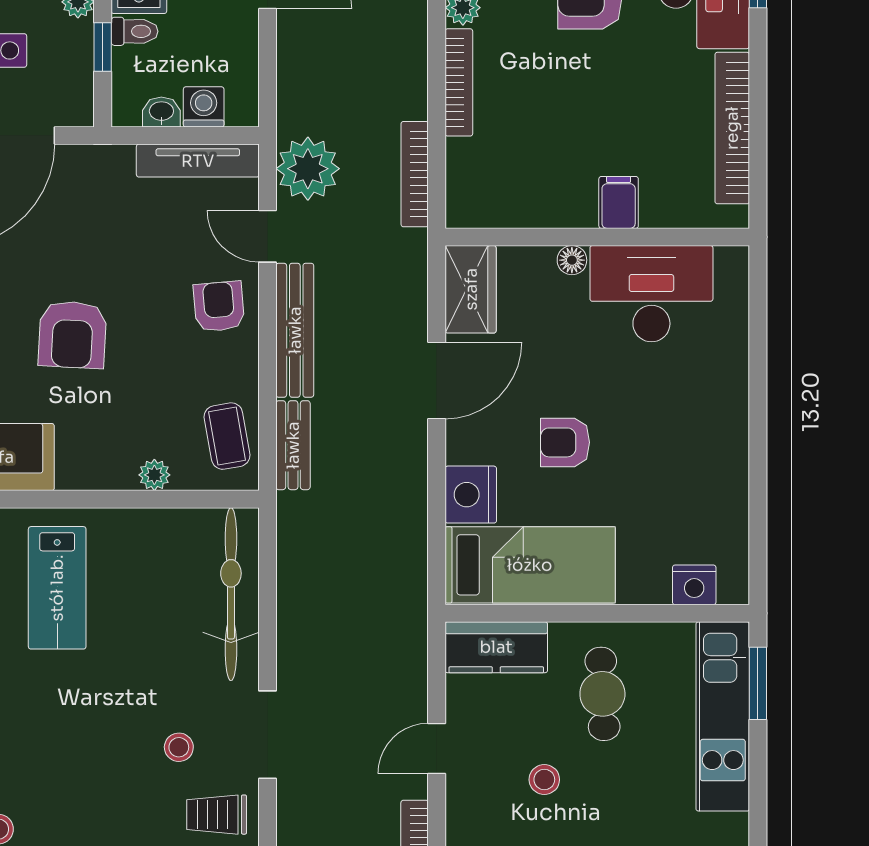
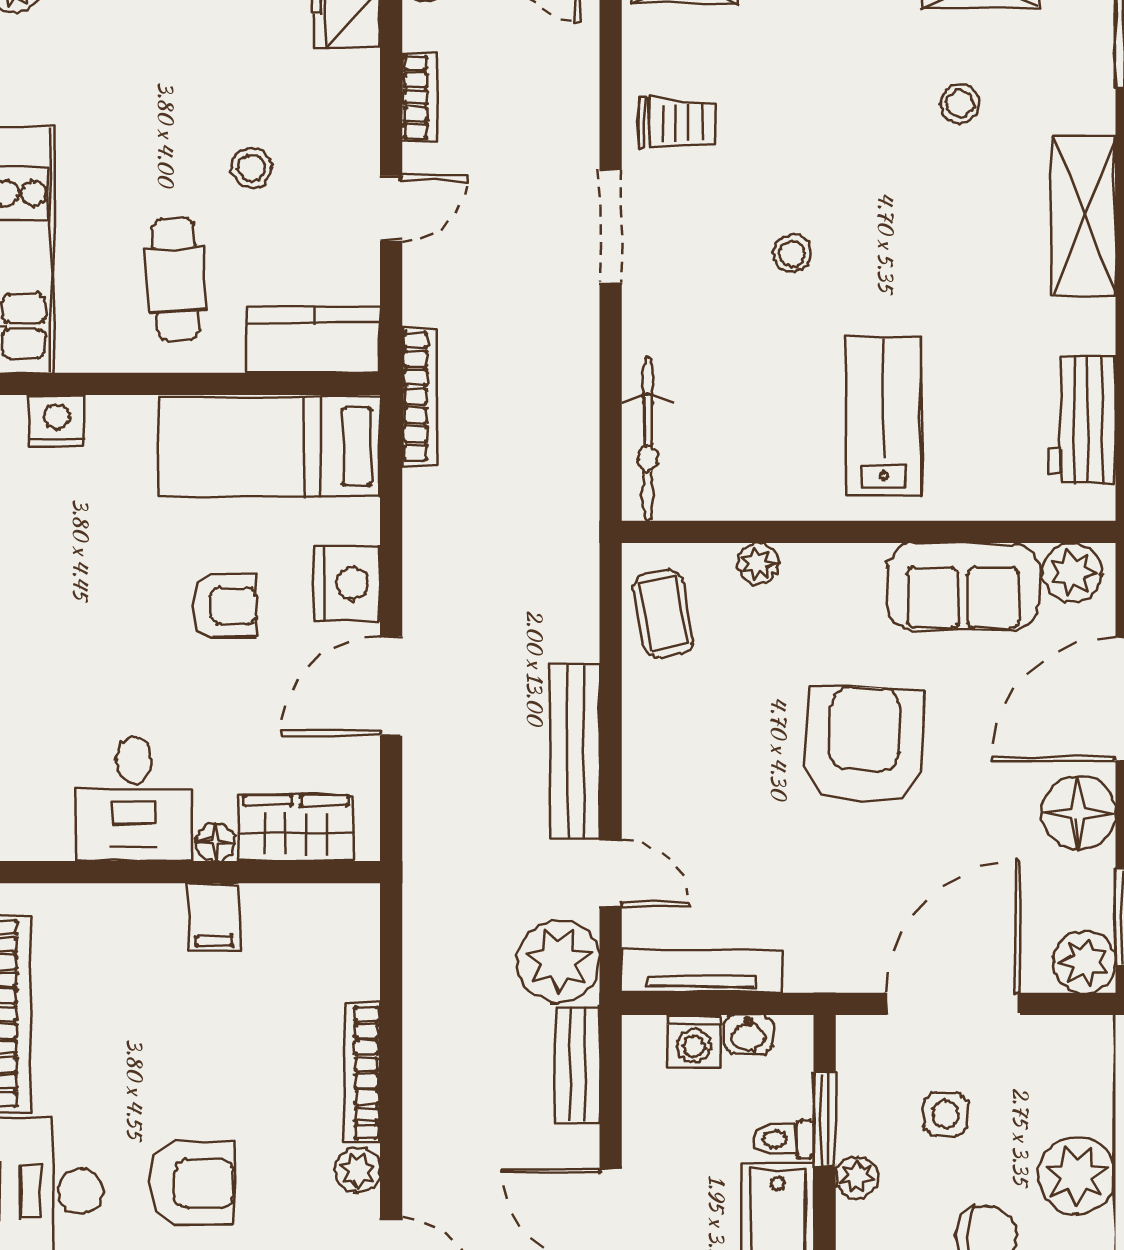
window: (103, 47) -> (825, 1119), width x1.50
bookcase: (415, 174) -> (420, 397), moved
filing cabinet: (619, 202) -> (214, 917), moved
wardrobe: (471, 289) -> (296, 828), moved, turned 90
desk: (651, 294) -> (134, 799), width x0.73
armchair: (219, 307) -> (674, 782), removed
armchair: (72, 335) -> (864, 745), width x1.36, depth x1.36
bench: (293, 445) -> (578, 1064), moved
nightstand: (471, 495) -> (347, 583), moved
bicycle: (231, 594) -> (648, 439), width x0.73, depth x0.71
stool: (179, 747) -> (792, 254), moved

